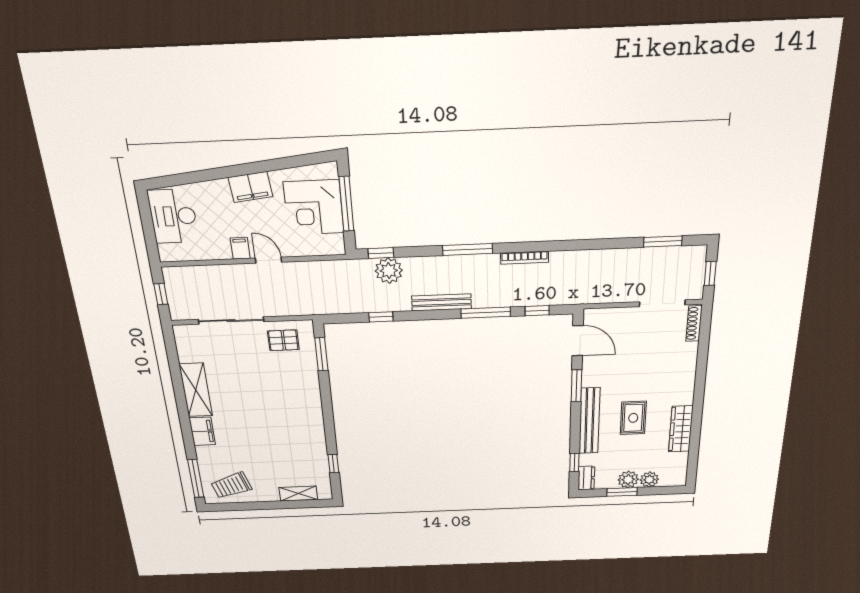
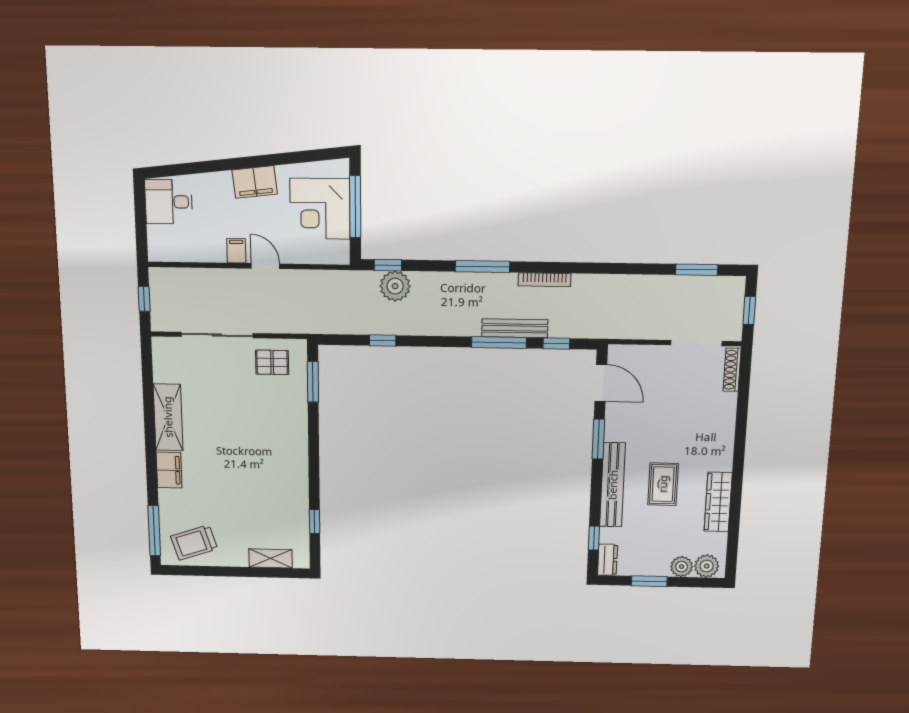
desk: (173, 216) -> (169, 202), width x0.73
bench: (442, 302) -> (515, 328), moved
plant: (628, 479) -> (707, 566), moved

